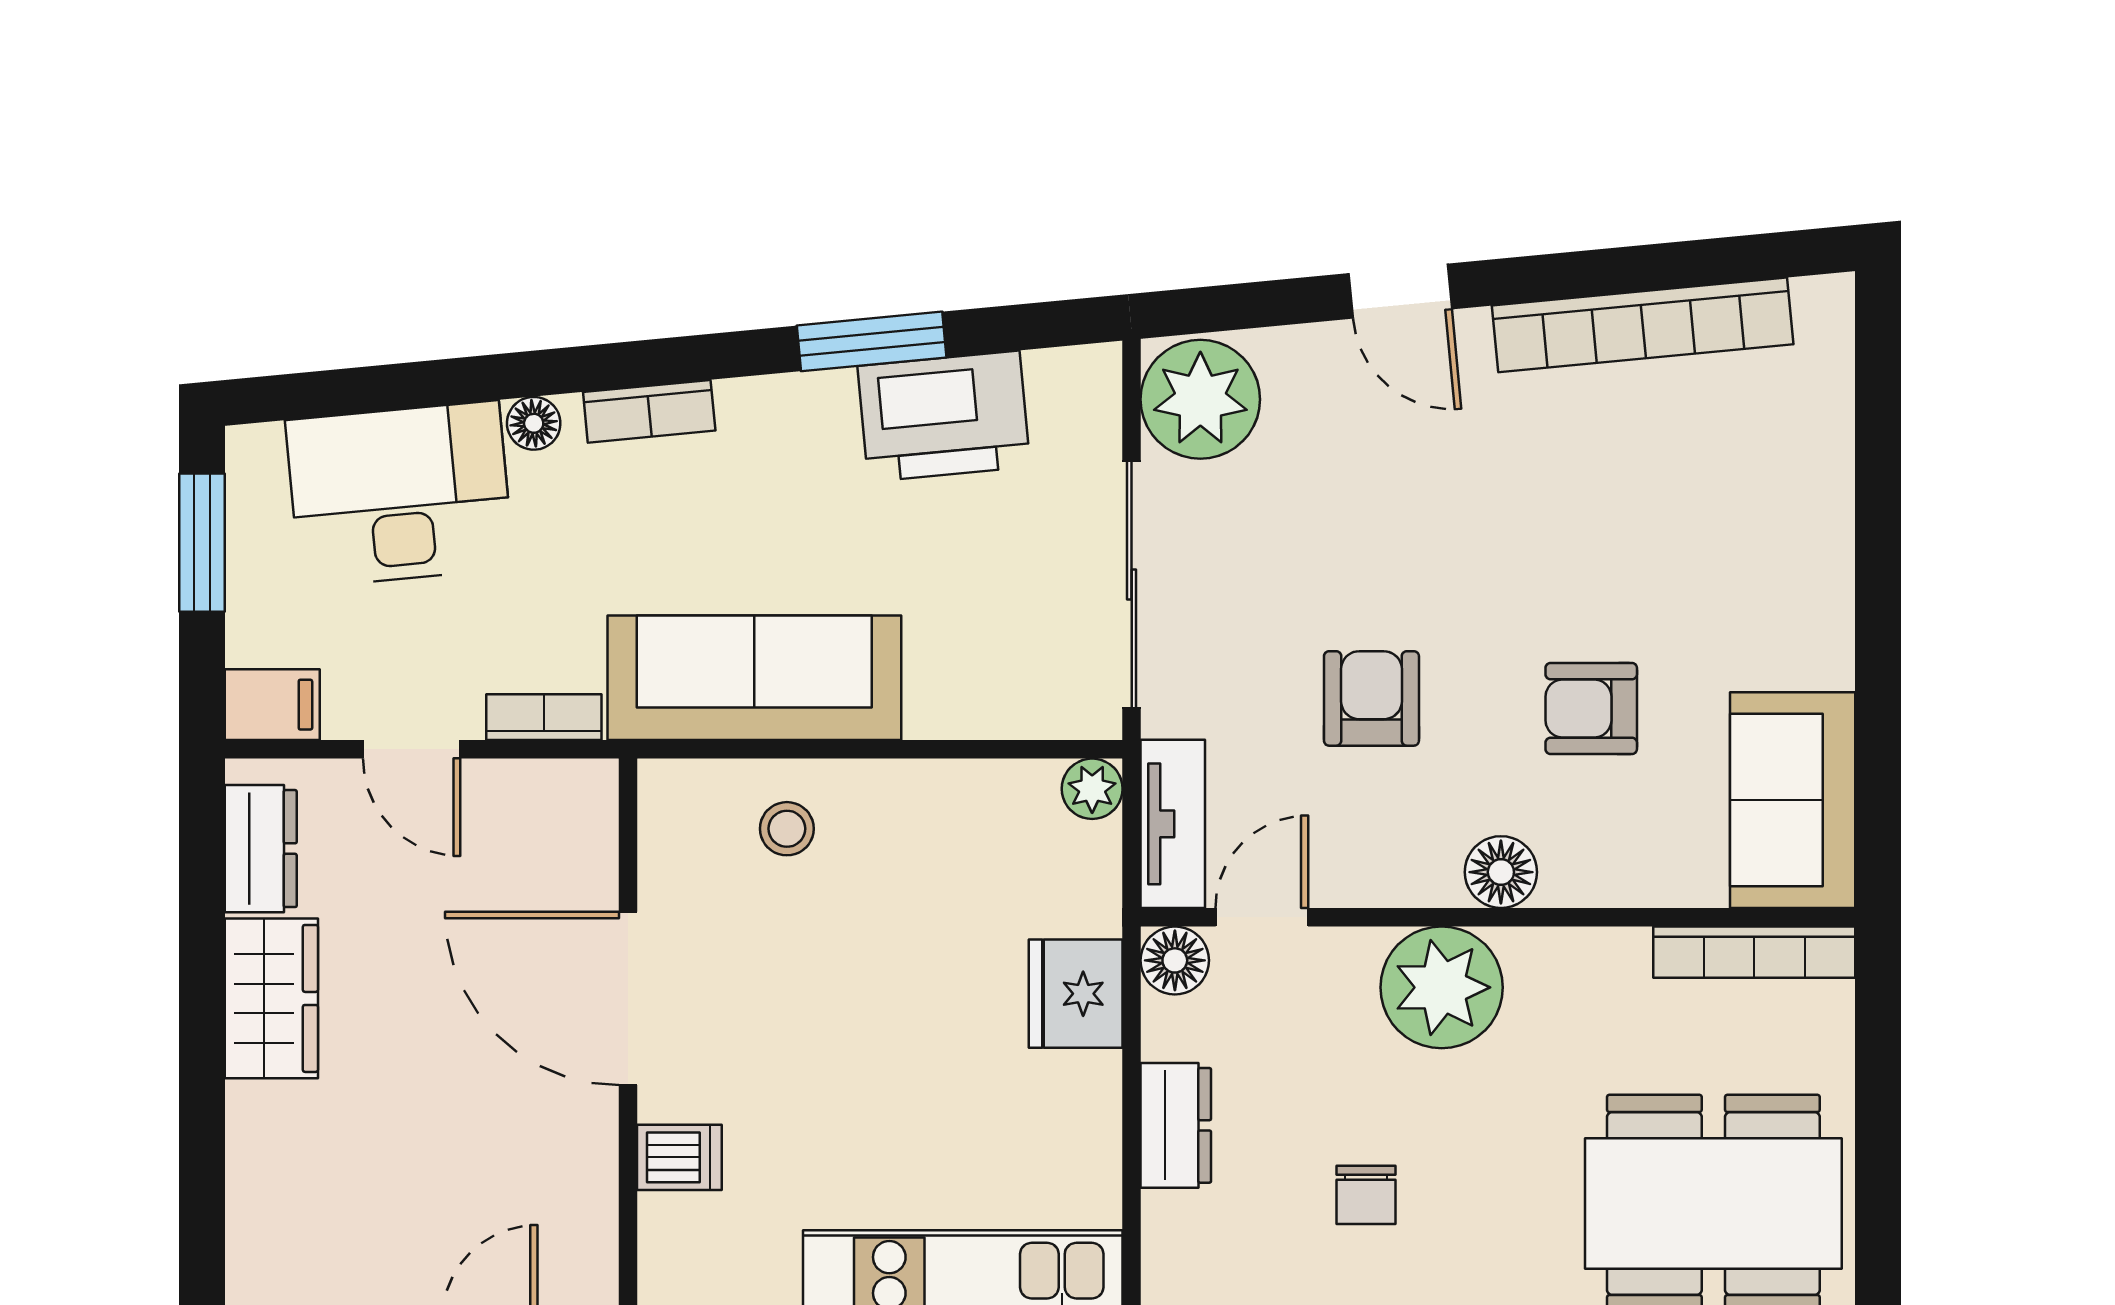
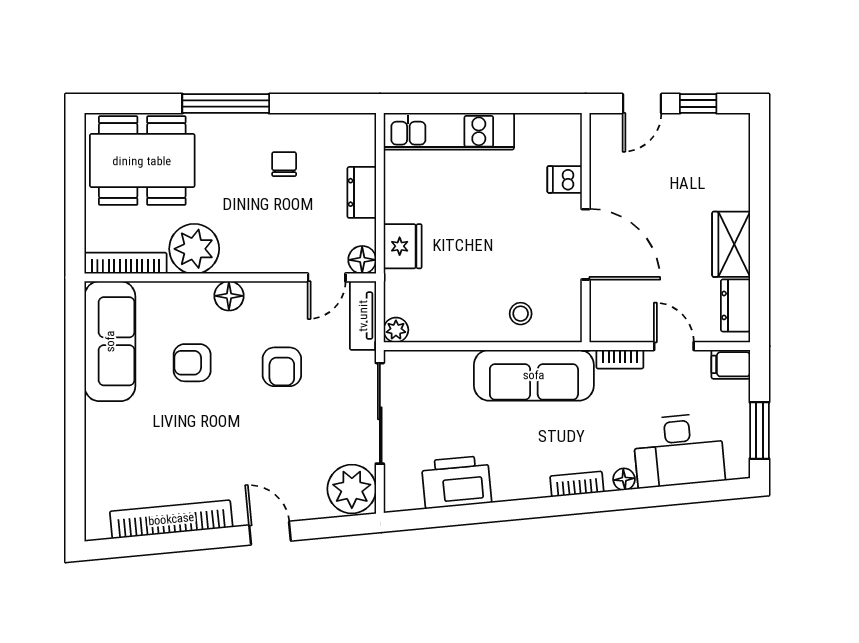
window: (872, 341) -> (486, 513), removed
armchair: (1591, 709) -> (192, 363), turned 180
sofa: (1793, 800) -> (110, 341), width x1.36
plant: (1442, 987) -> (194, 249), moved

